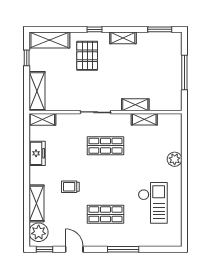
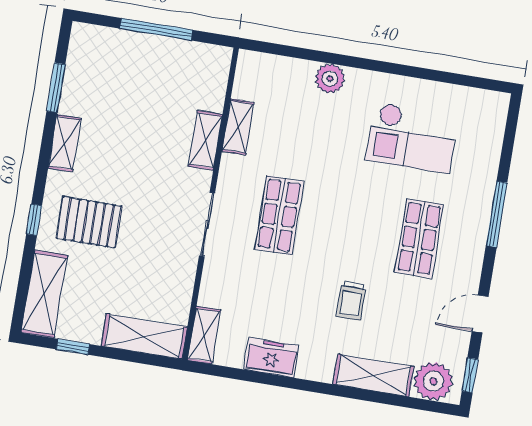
window: (95, 29) -> (34, 220), moved
window: (160, 29) -> (56, 88), moved
checkout: (153, 203) -> (412, 138), turned 180

